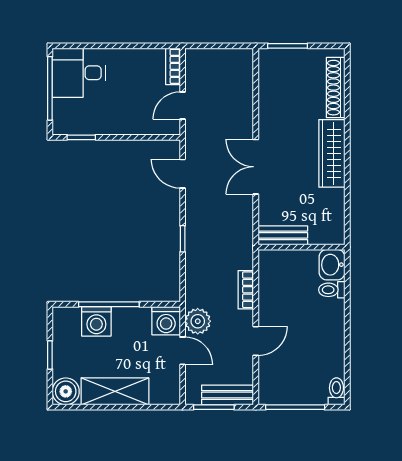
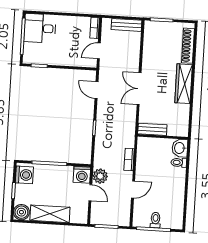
washing machine: (96, 321) -> (24, 175), moved, turned -90
toilet: (336, 391) -> (155, 220), moved
bench: (228, 395) -> (126, 25), moved

